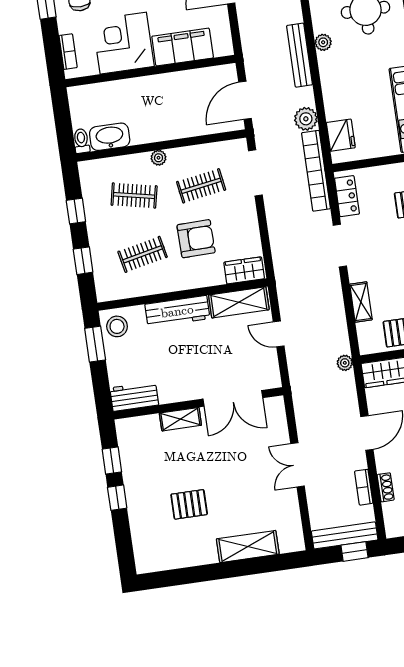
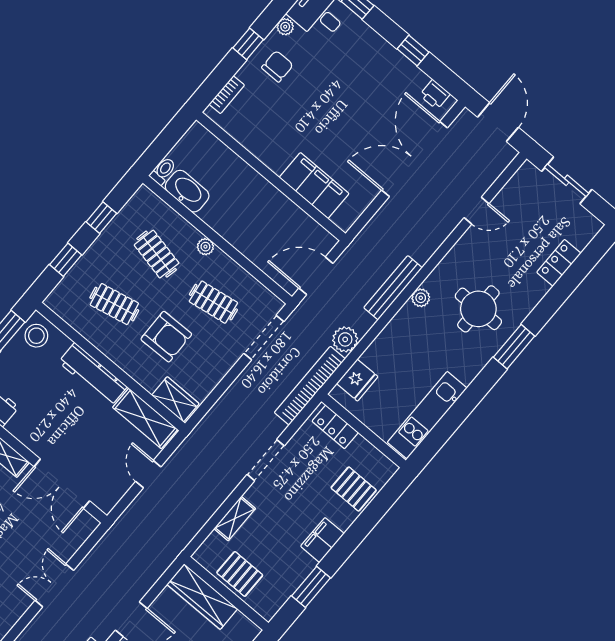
corner desk: (123, 43) -> (274, 134), removed
locker: (347, 196) -> (335, 427), moved, turned 90
plant: (345, 363) -> (173, 550), removed

